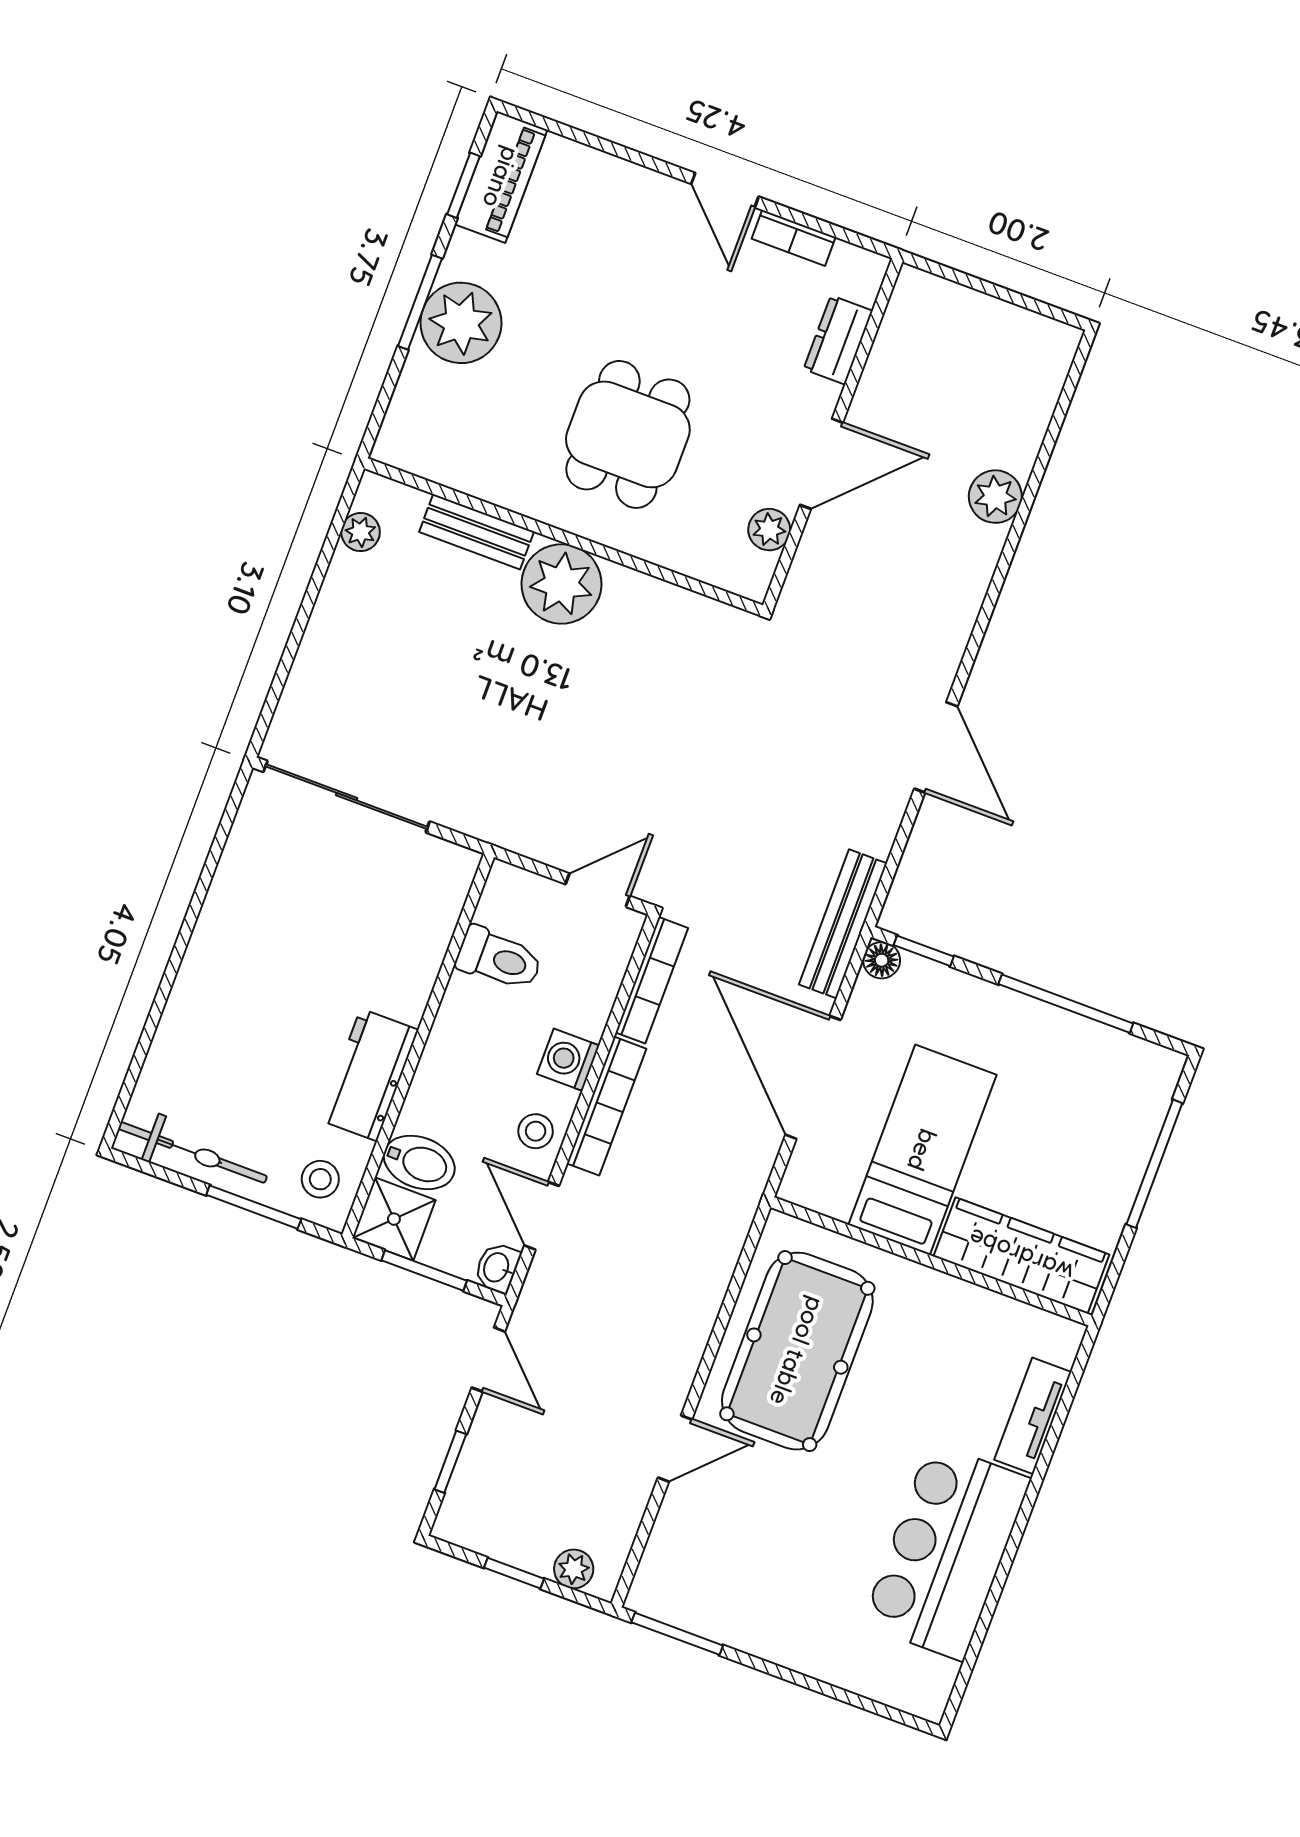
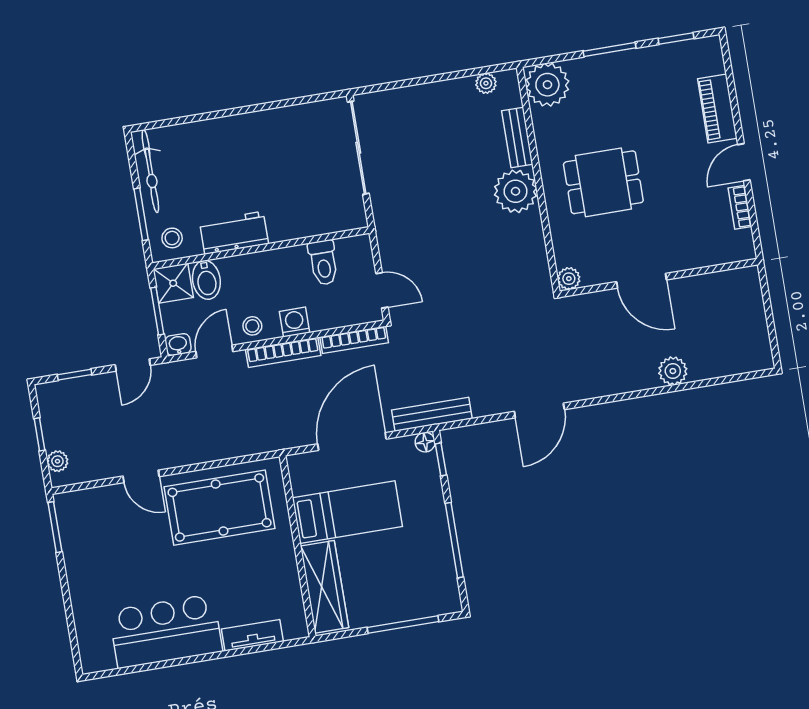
piano: (501, 177) -> (717, 109), moved, turned 90
plant: (461, 323) -> (547, 85), moved
dresser: (838, 340) -> (704, 255), removed
plant: (769, 530) -> (569, 279), moved

